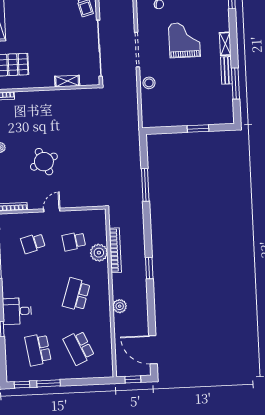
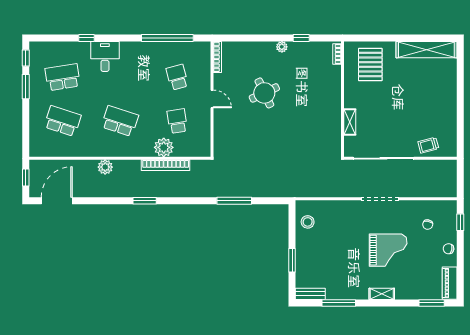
bench: (227, 70) -> (310, 294), moved
stool: (149, 83) -> (308, 222), moved
school desk: (79, 348) -> (63, 121), turned 42

